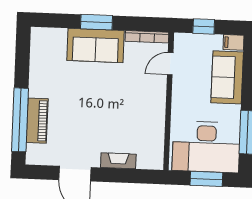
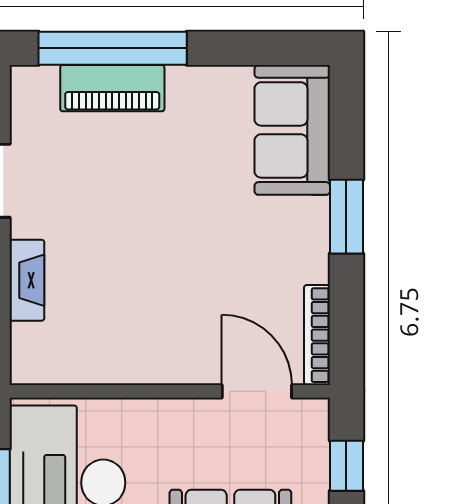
sofa: (96, 45) -> (292, 130), moved
door: (170, 64) -> (257, 391), width x1.38

